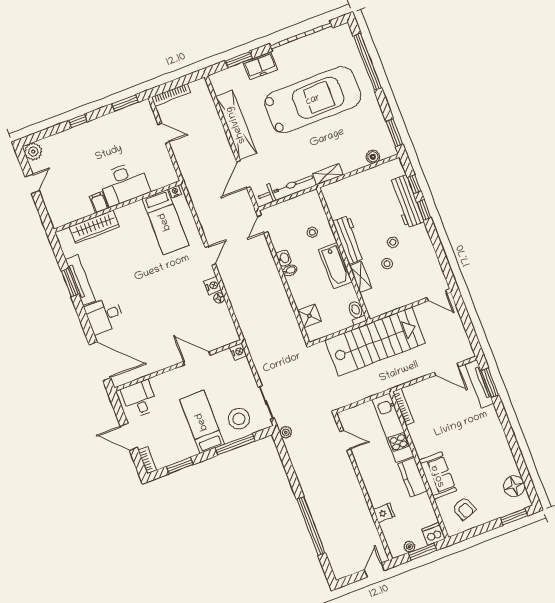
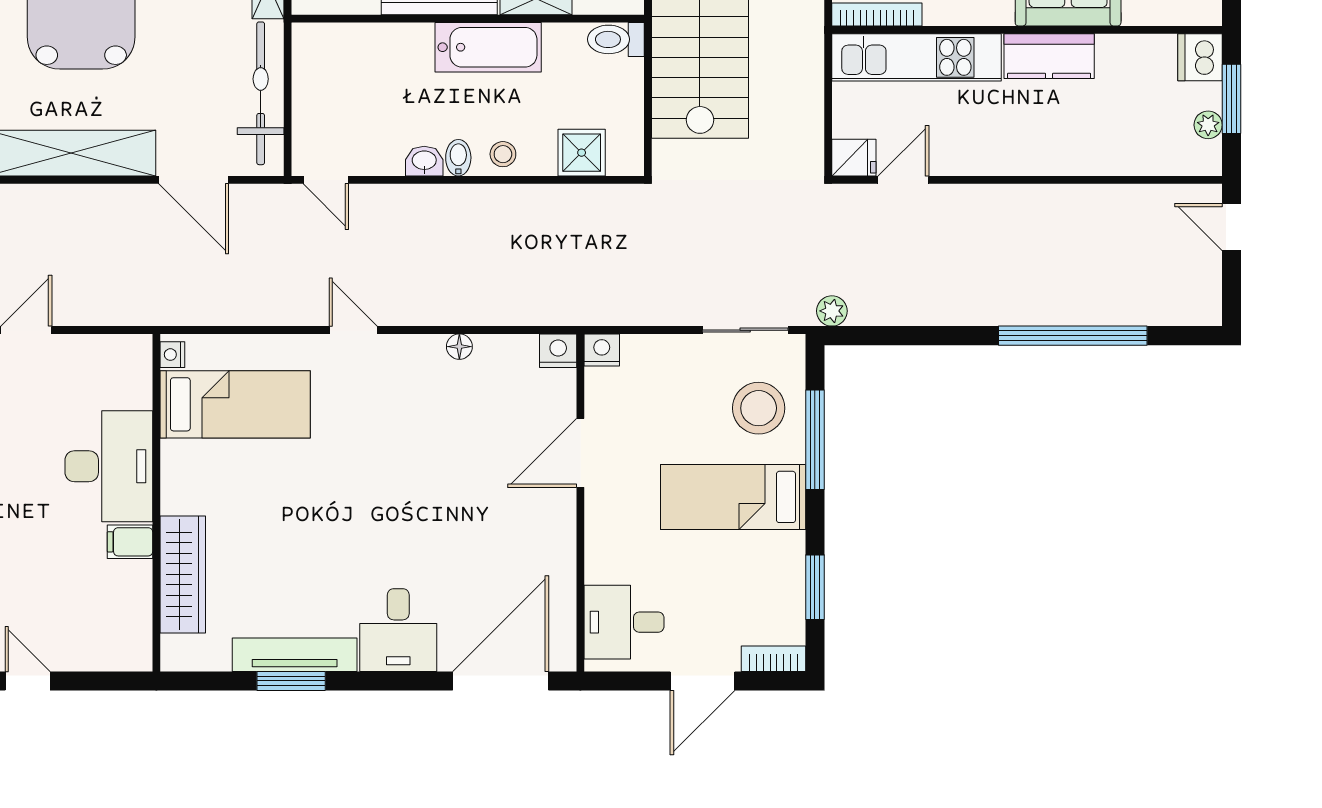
stool: (312, 232) -> (503, 154), moved
nightstand: (213, 286) -> (558, 351), moved
fridge: (384, 513) -> (854, 158), moved, turned 90

